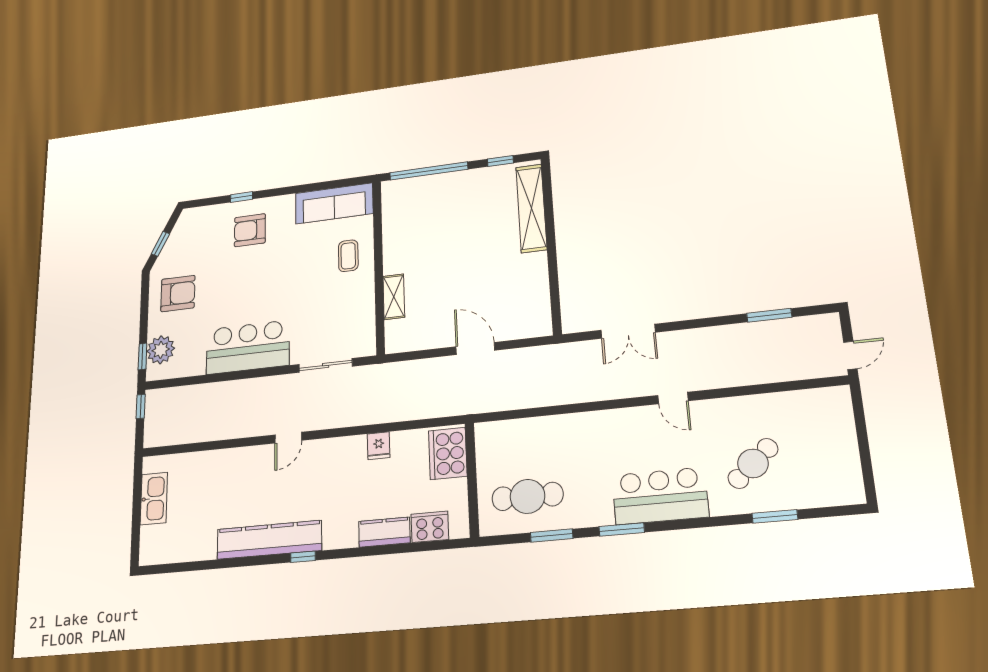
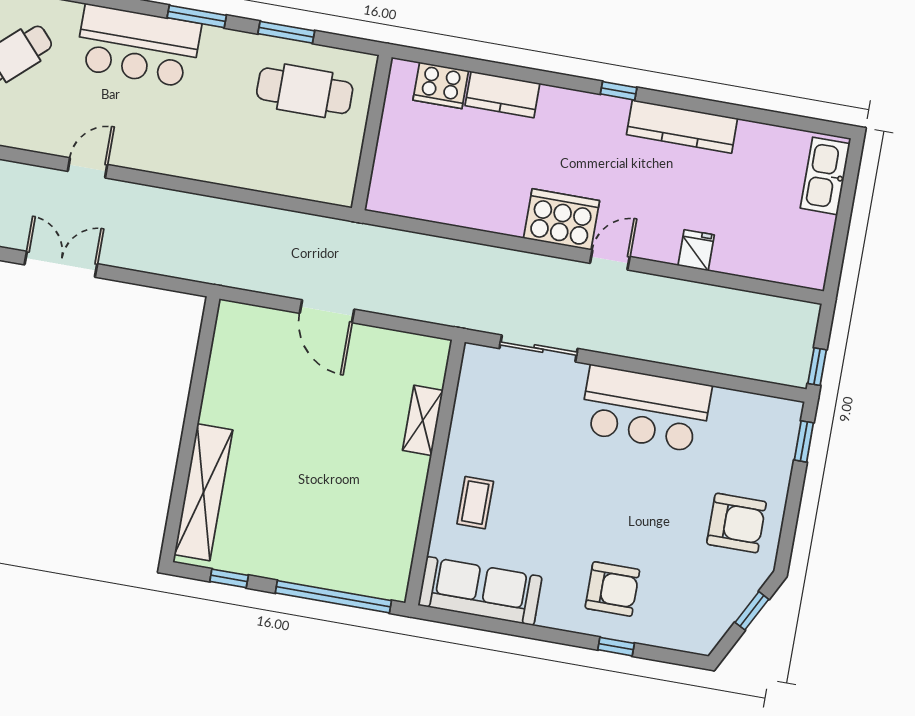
armchair: (178, 294) -> (737, 523), turned 180
double door: (628, 331) -> (61, 264), moved
plant: (161, 350) -> (775, 443), removed
door: (673, 398) -> (88, 168), hinge flipped
fridge: (379, 446) -> (696, 250), moved
cooker: (448, 453) -> (561, 219), moved, turned -90
kitchen sink: (154, 499) -> (825, 176), moved
kitchen counter: (269, 540) -> (682, 126), width x0.72, depth x0.86

